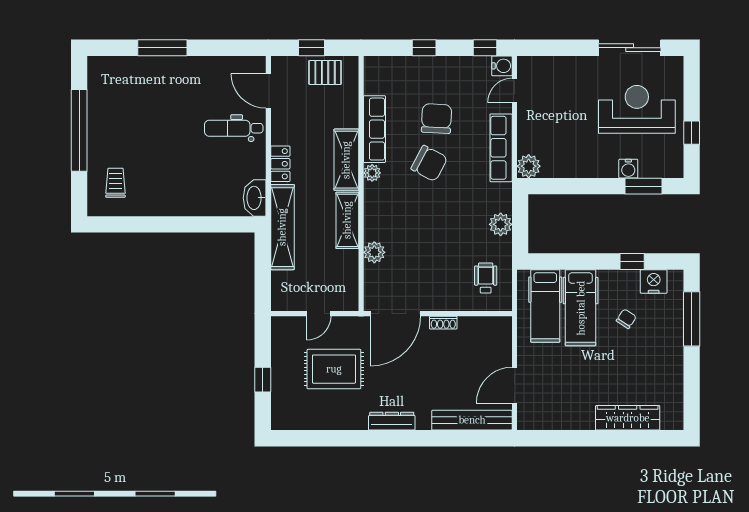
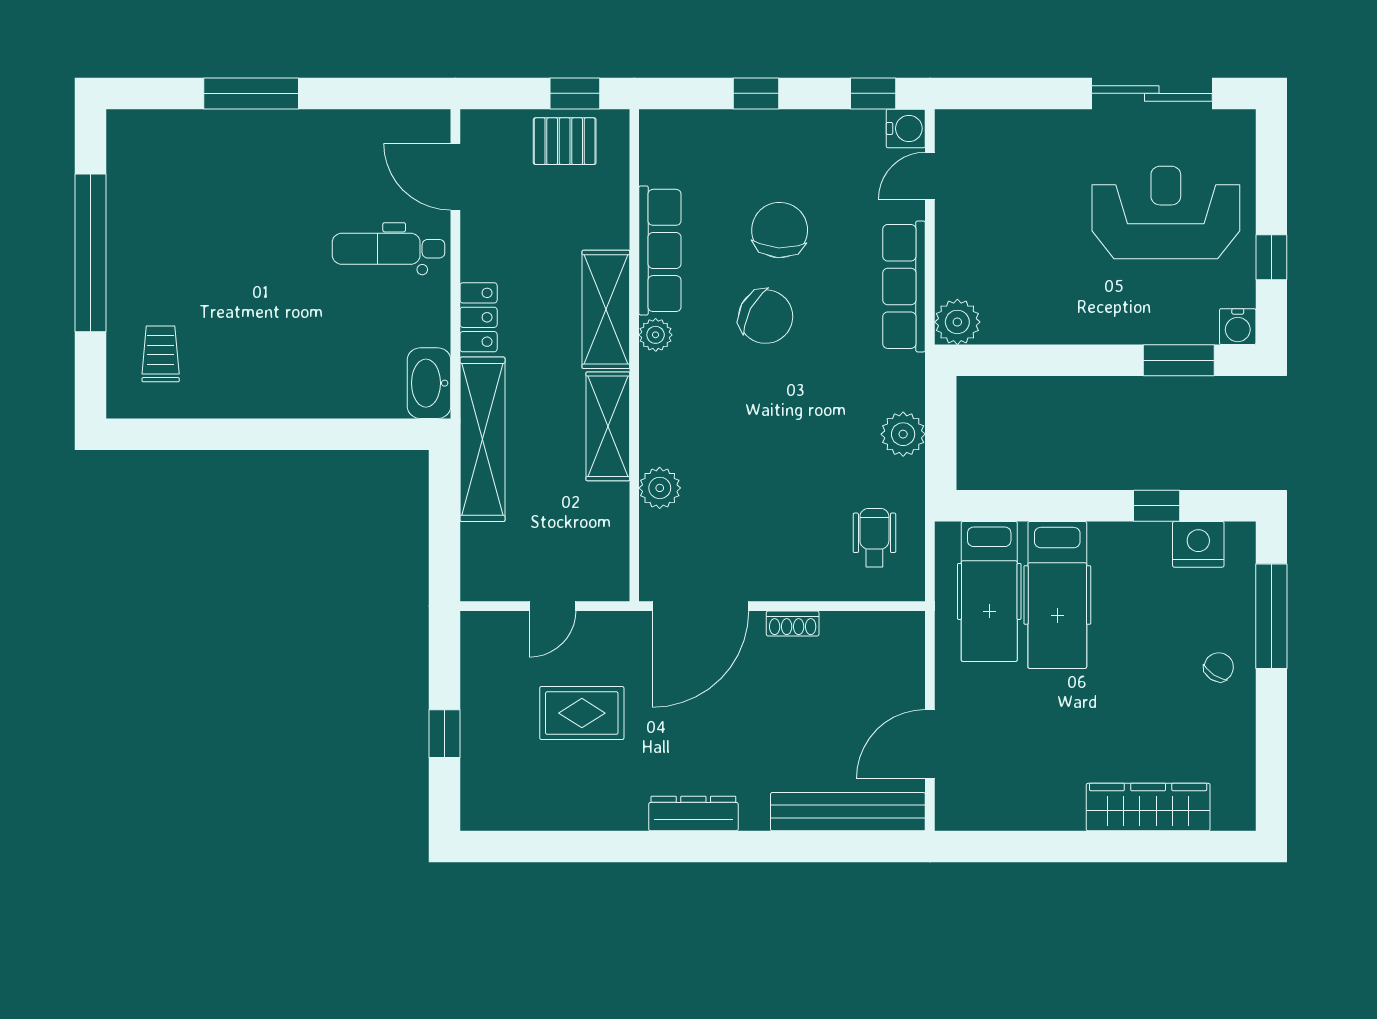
window: (311, 48) -> (575, 93), moved
water cooler: (628, 169) -> (1238, 327), moved
chair: (626, 319) -> (1219, 667), moved
rug: (334, 369) -> (582, 713), width x0.73, depth x0.70

